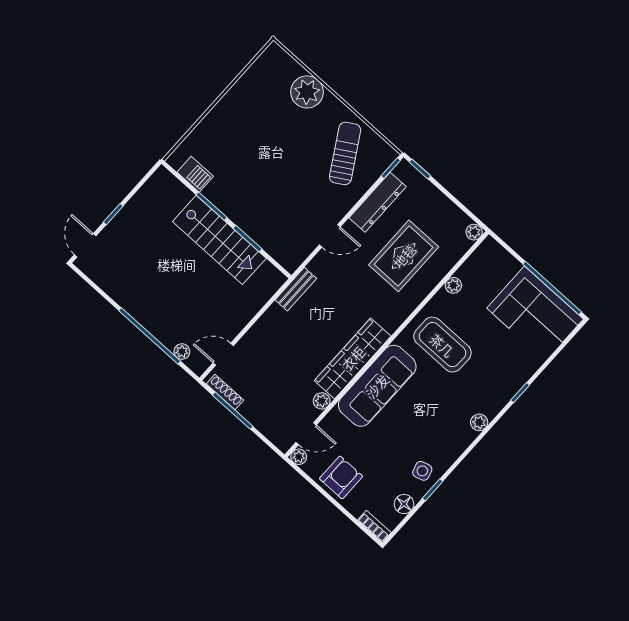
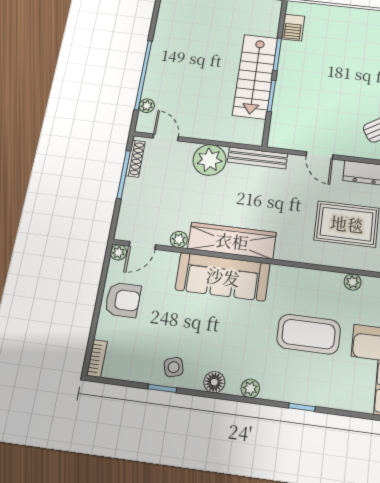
bench: (296, 289) -> (257, 158), width x1.36
plant: (270, 331) -> (209, 160), added
coffee table: (442, 345) -> (309, 334), moved, turned 90
door: (306, 434) -> (142, 245), hinge flipped
floor lamp: (404, 504) -> (214, 382), moved

